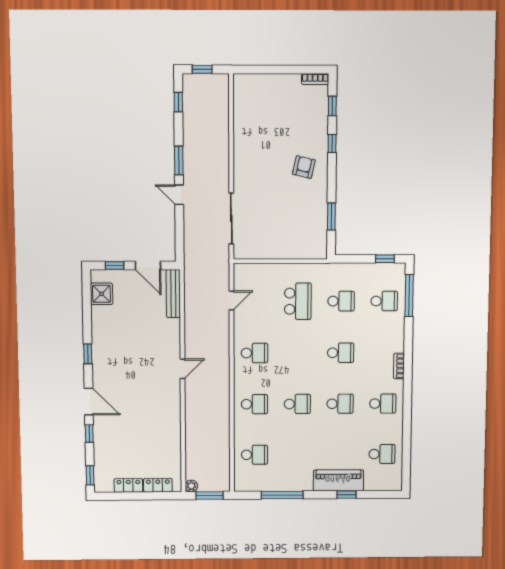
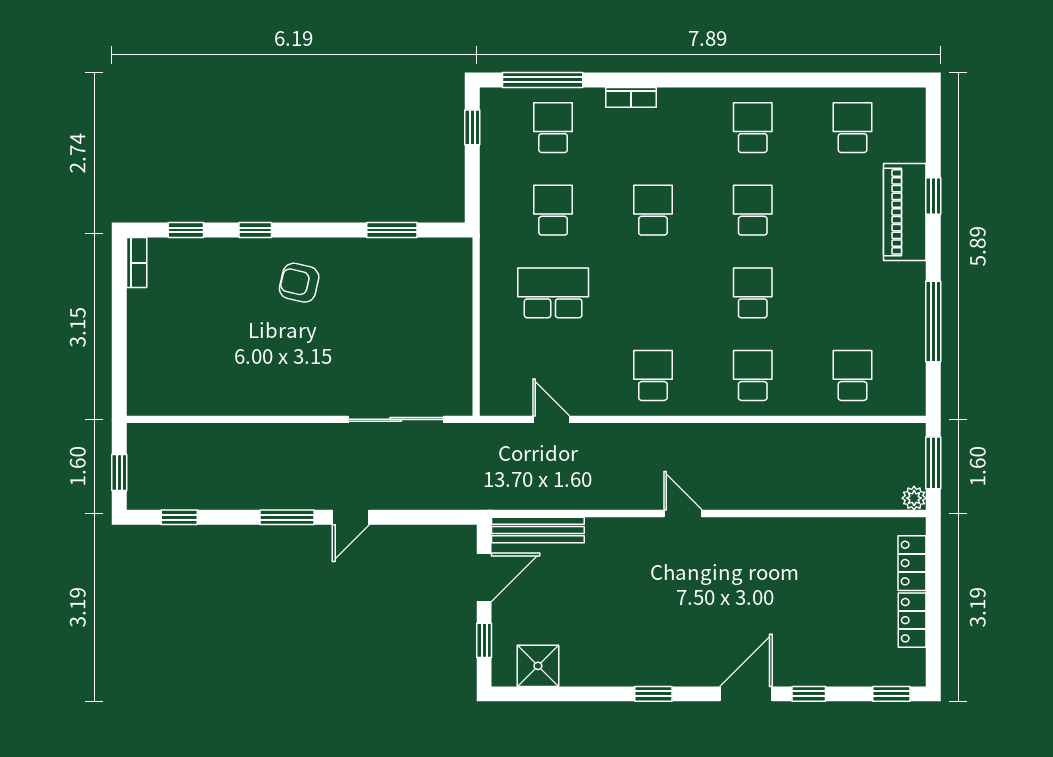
bookcase: (399, 366) -> (631, 97), moved

